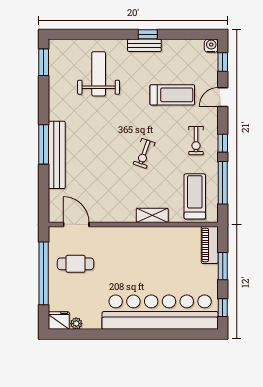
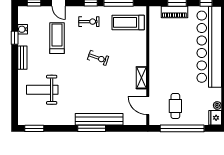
window: (148, 34) -> (15, 38), moved
water cooler: (211, 46) -> (23, 29), moved
shelving: (152, 215) -> (141, 78), moved
door: (76, 224) -> (148, 105), hinge flipped
piano: (210, 245) -> (174, 12), moved

